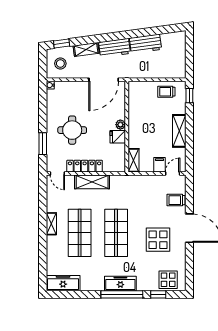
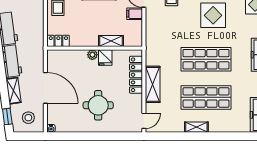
door: (104, 80) -> (45, 88), moved
locker: (134, 92) -> (58, 41), added
window: (43, 144) -> (112, 136), removed
shelving: (133, 160) -> (111, 41), moved
locker: (85, 166) -> (136, 75), moved

